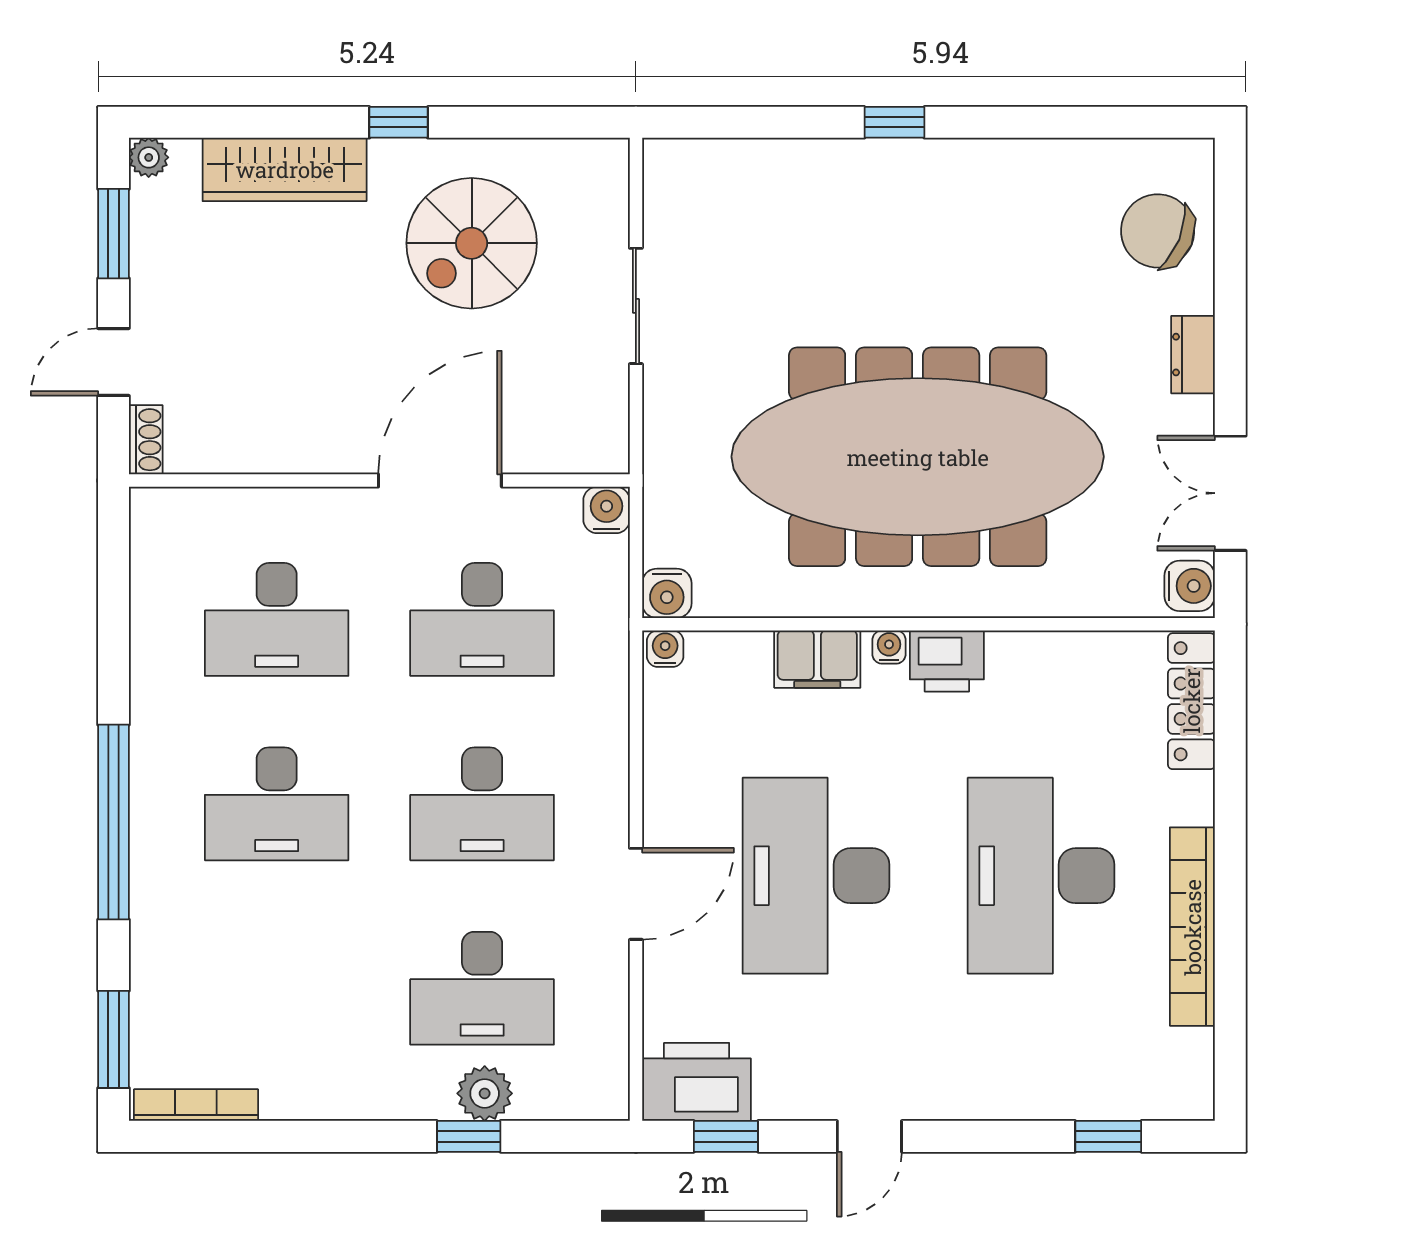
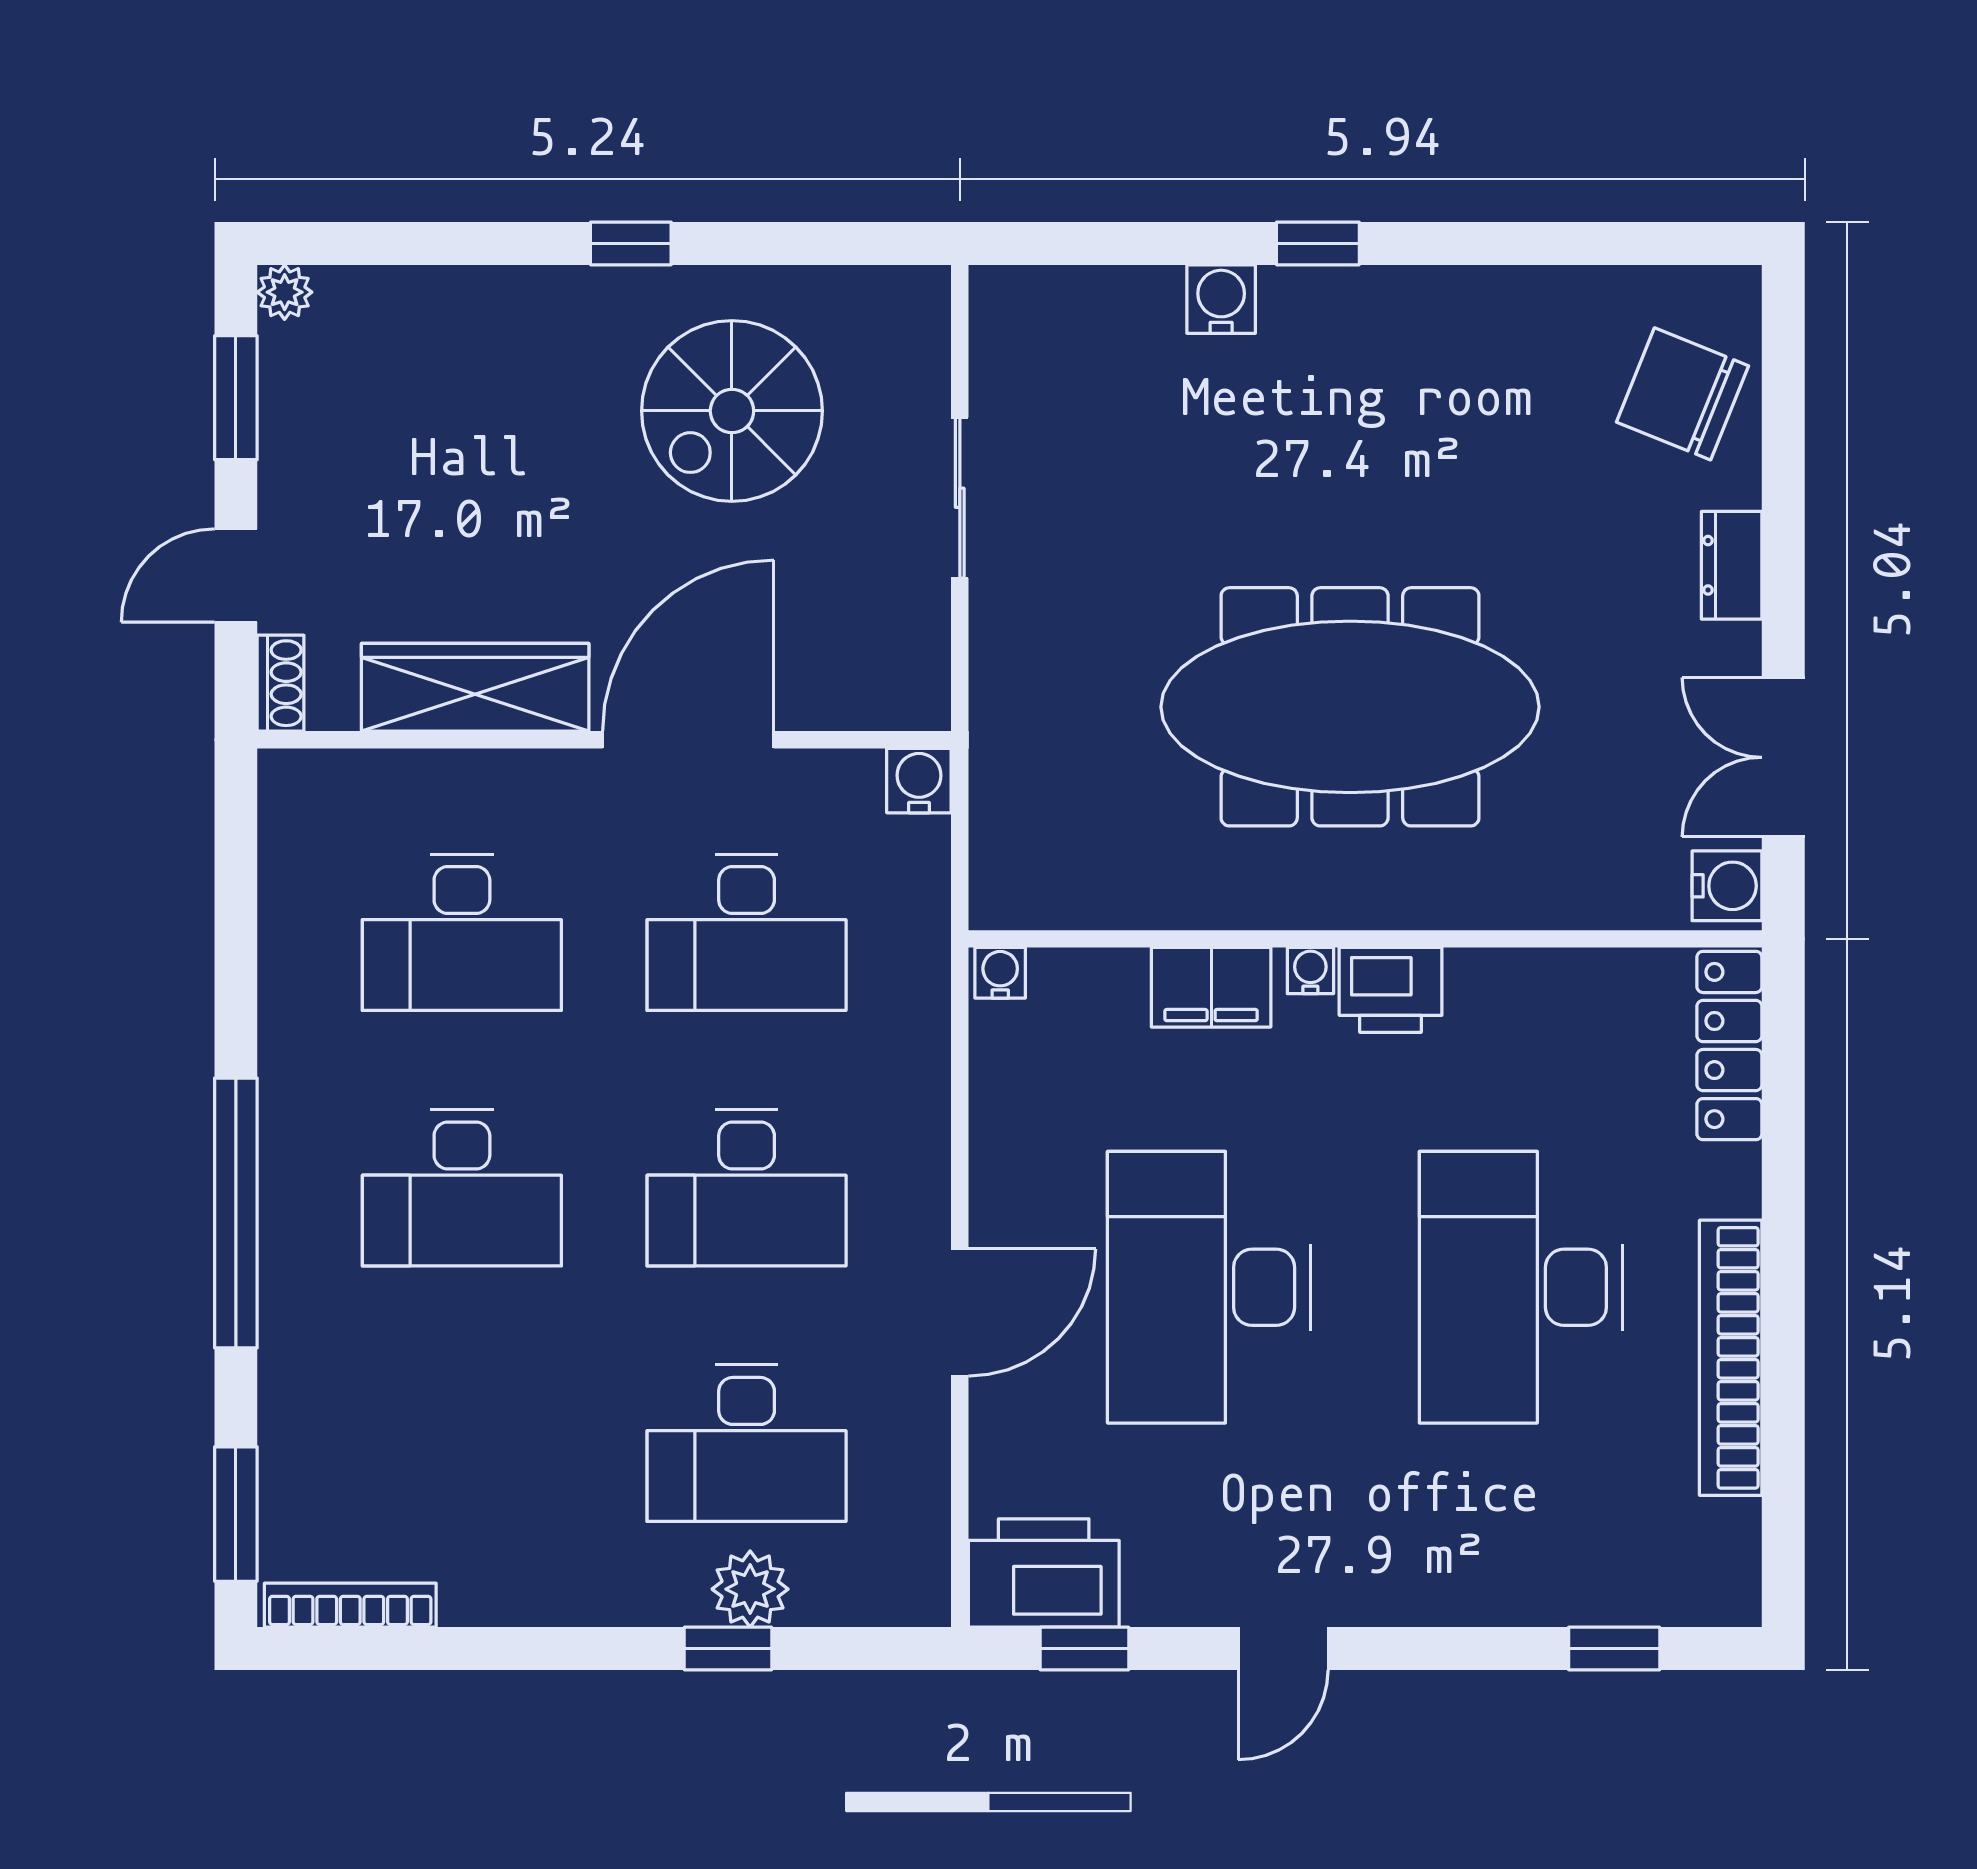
wardrobe: (285, 169) -> (475, 687), moved, turned 180
meeting table: (918, 457) -> (1350, 707), width x0.73, depth x0.79
water cooler: (667, 593) -> (1221, 299), moved, turned 180

